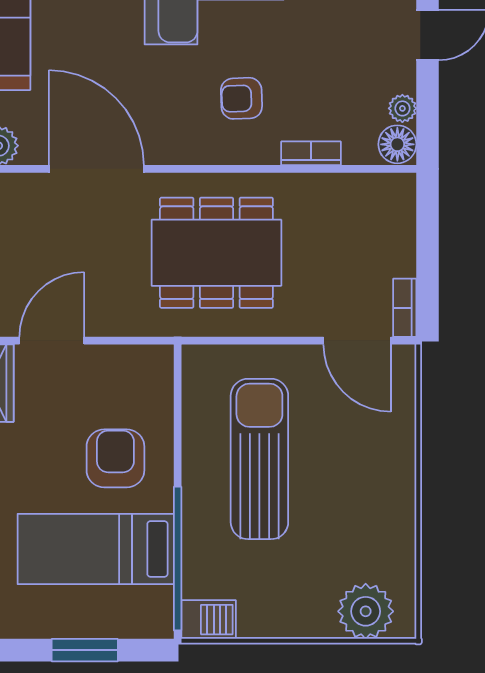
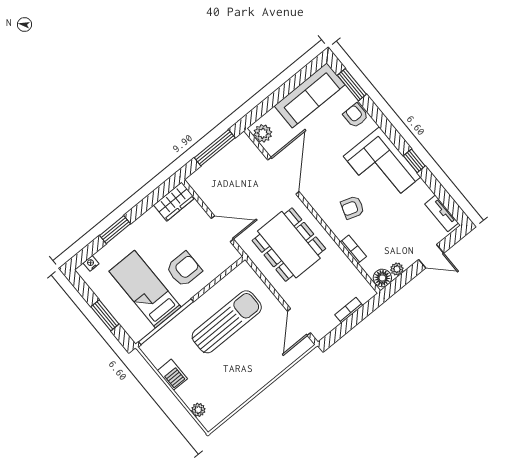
armchair: (241, 98) -> (352, 208), turned -69
bookcase: (405, 308) -> (349, 310), moved
door: (52, 341) -> (222, 229), moved
plant: (366, 611) -> (198, 410), width x0.53, depth x0.53
barbecue: (209, 620) -> (172, 375), moved

